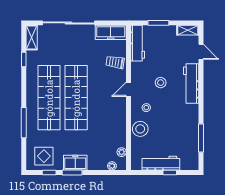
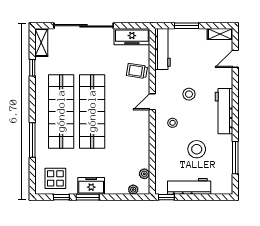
door: (201, 52) -> (235, 59), swing flipped
workbench: (191, 83) -> (224, 111), moved
stool: (140, 129) -> (197, 149), moved
window: (170, 173) -> (166, 197), moved

